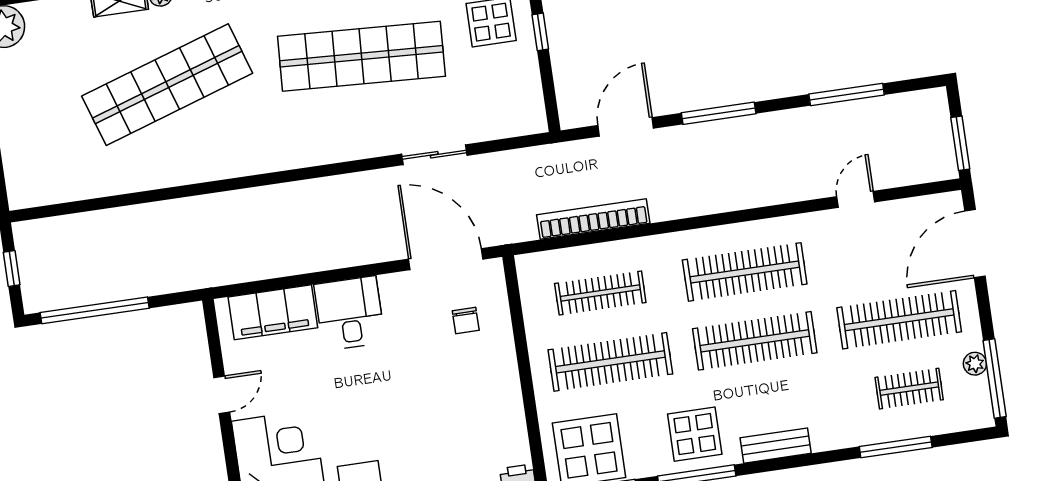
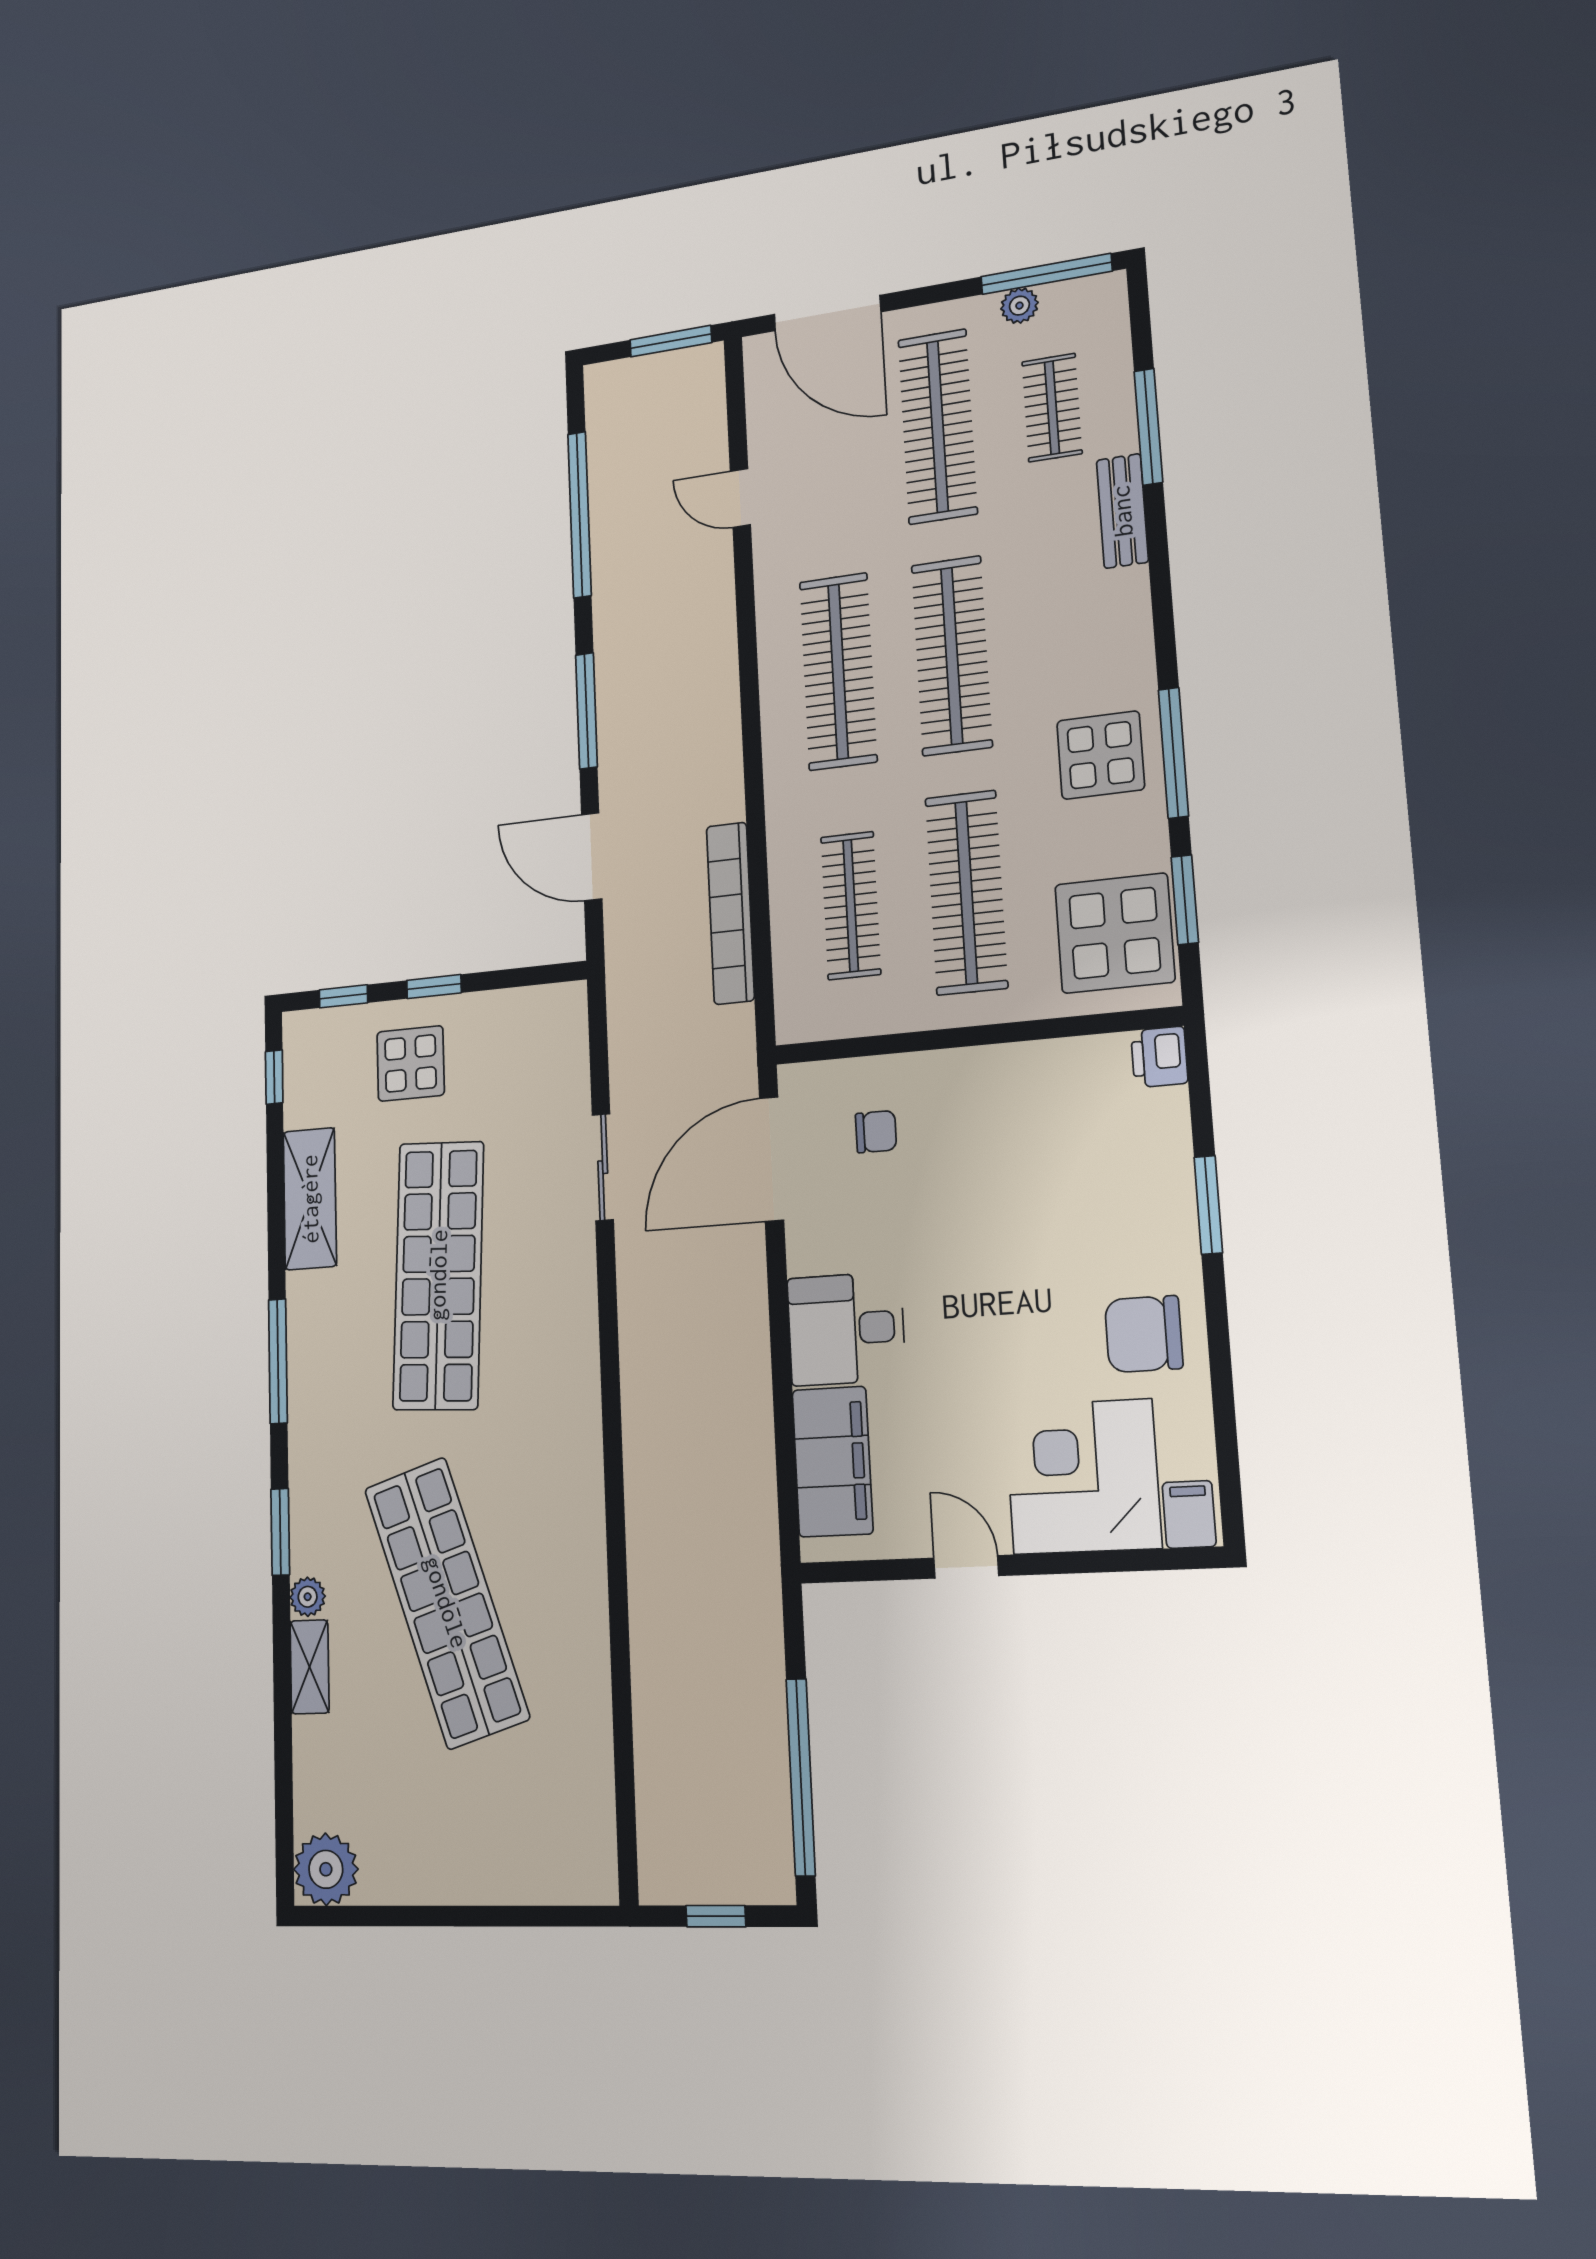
window: (847, 95) -> (580, 514), width x1.46
bench: (776, 446) -> (1122, 511), moved

